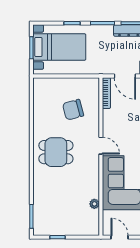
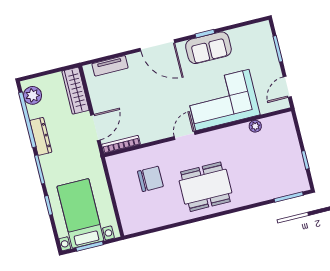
chair: (73, 110) -> (150, 179), turned -75
dining table: (56, 152) -> (205, 187), width x1.38

